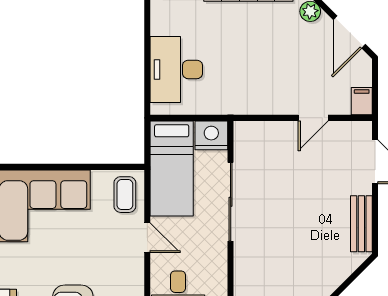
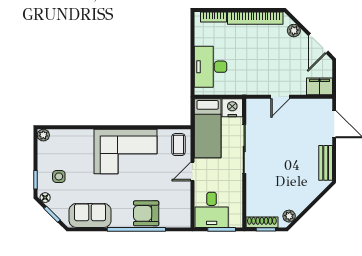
filing cabinet: (362, 101) -> (319, 86), width x2.00
door: (313, 118) -> (280, 97), moved
door: (147, 238) -> (192, 171), swing flipped

